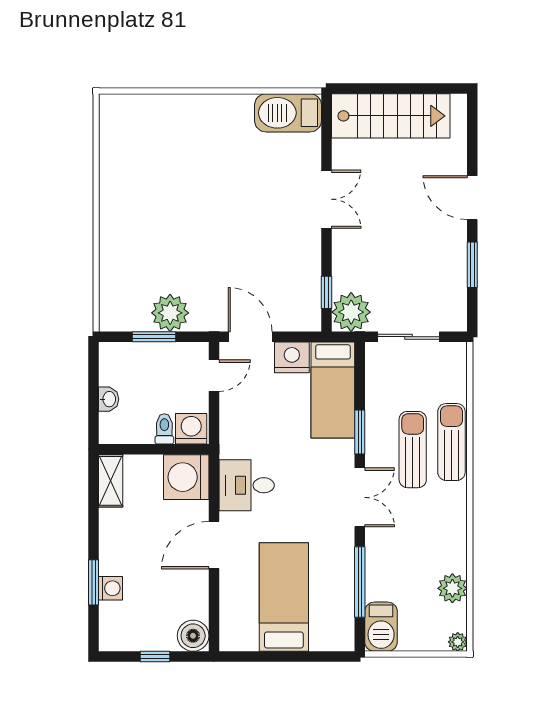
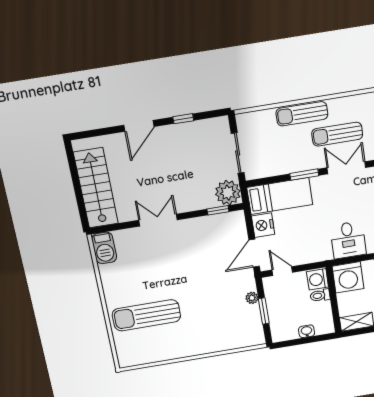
barbecue: (288, 113) -> (104, 248), width x0.73, depth x0.83
sun lounger: (179, 153) -> (146, 315), added
window: (472, 265) -> (183, 119), width x0.67
plant: (170, 313) -> (252, 298), width x0.53, depth x0.53
sun lounger: (413, 450) -> (337, 134), moved

